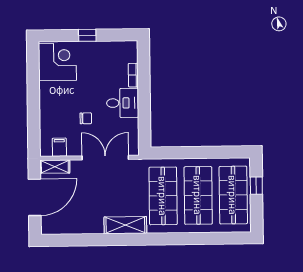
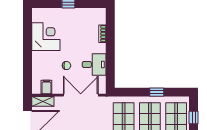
corner desk: (57, 62) -> (46, 37), moved
desk: (123, 103) -> (94, 64), moved
window: (207, 152) -> (157, 92), added

